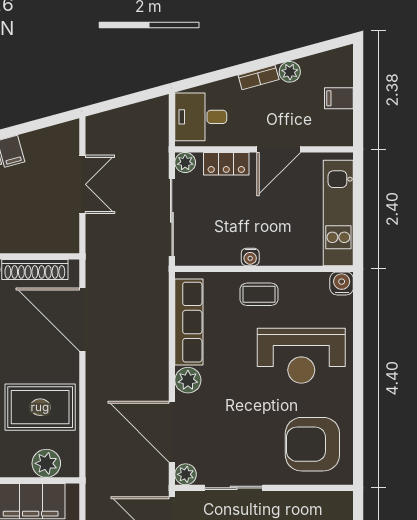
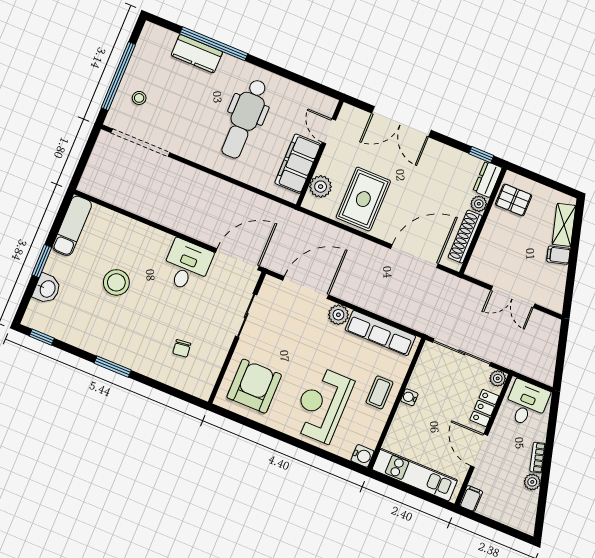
filing cabinet: (339, 98) -> (471, 499), moved
plant: (186, 474) -> (271, 285), removed

